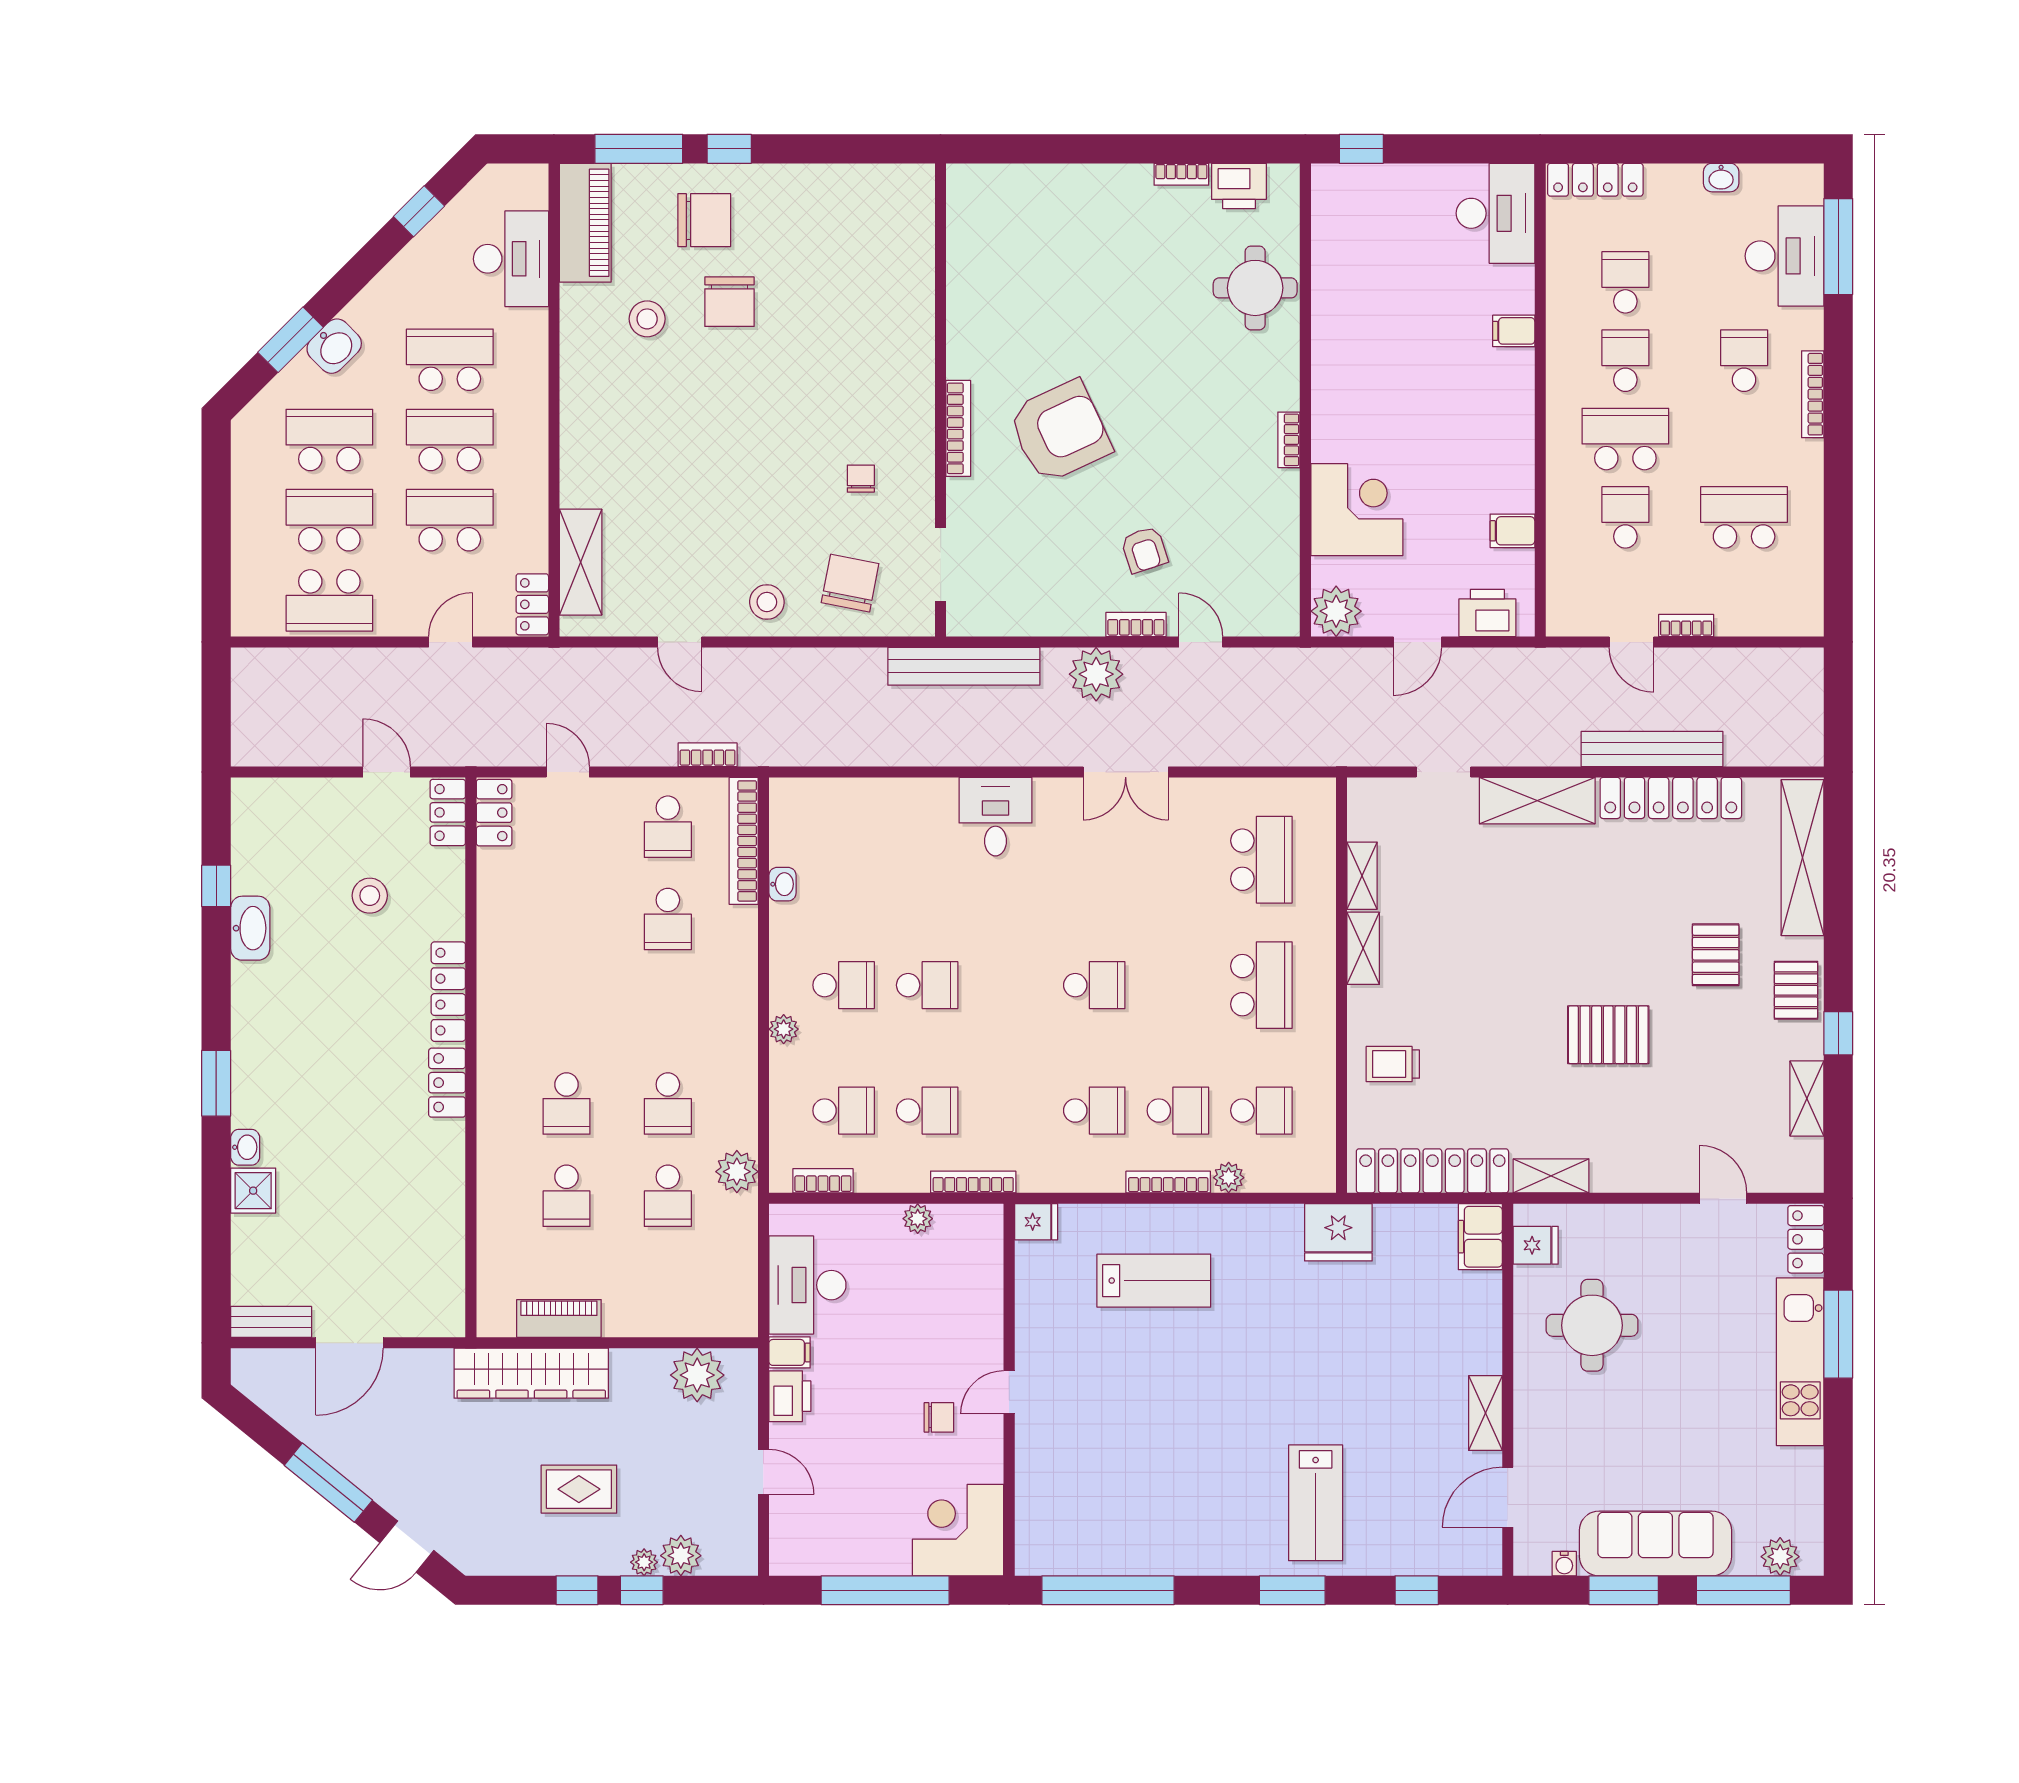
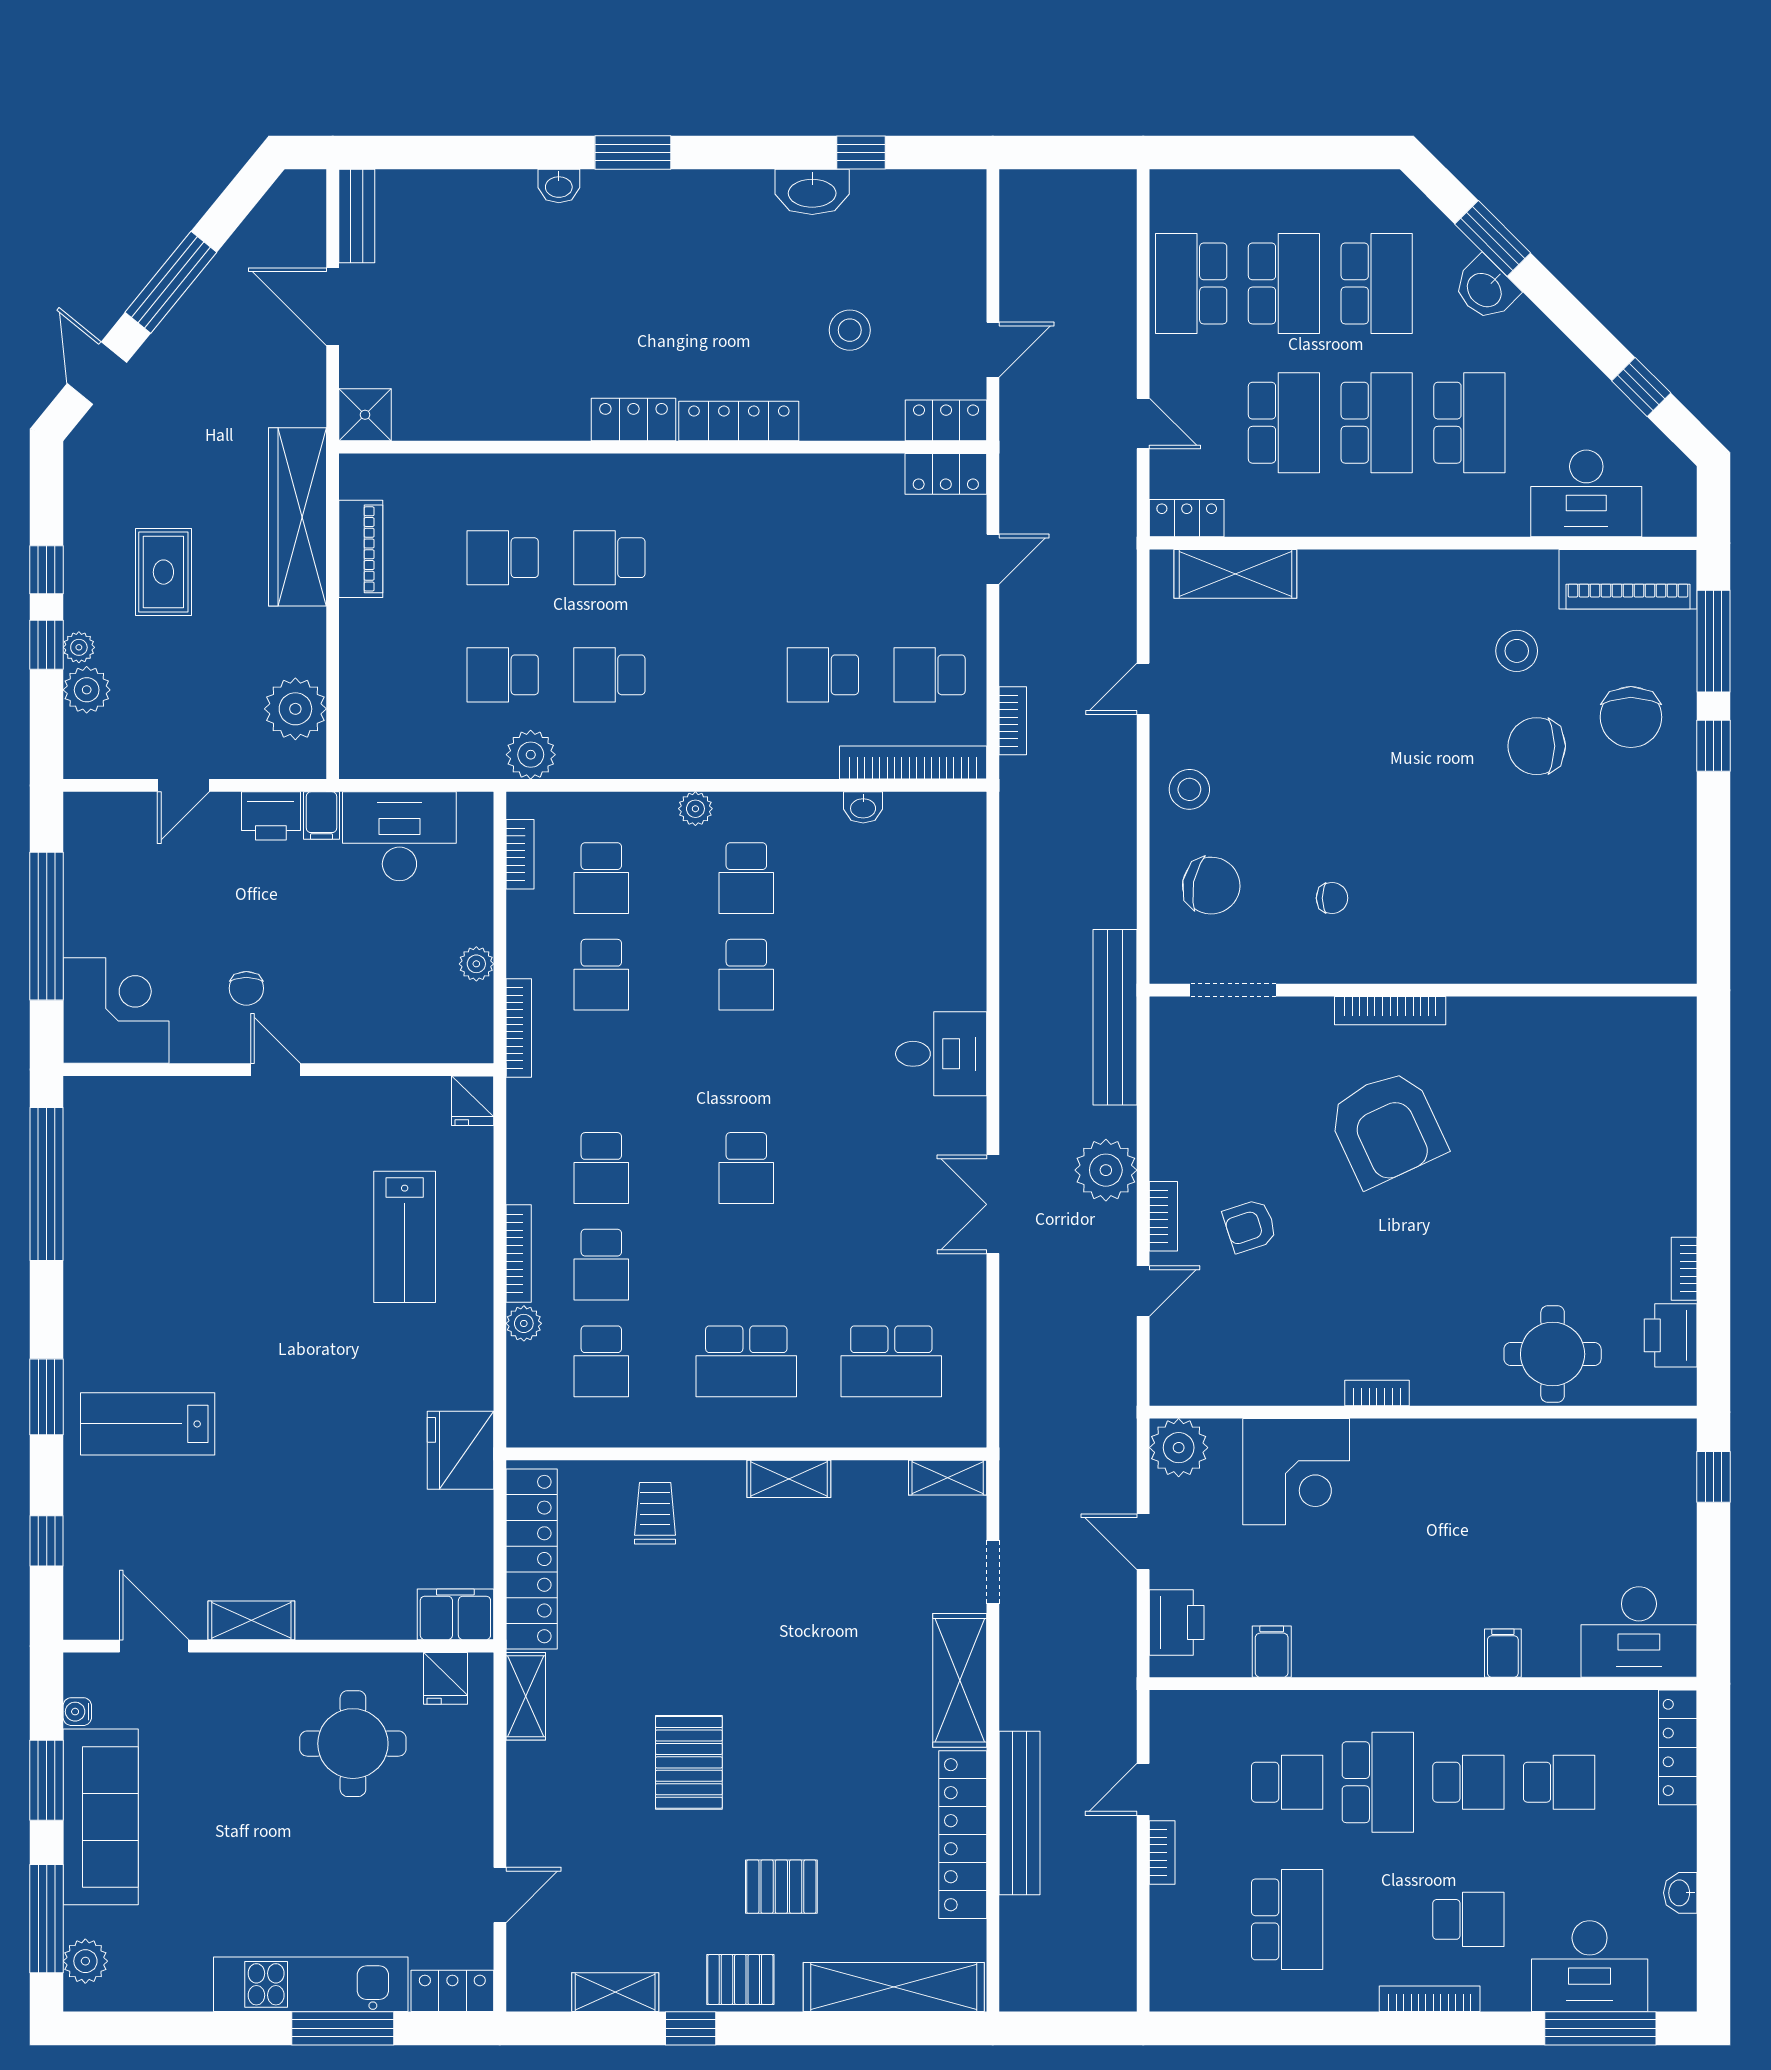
shelving: (1362, 876) -> (948, 1478), moved
shower: (253, 1191) -> (365, 415), moved

